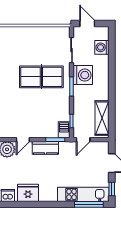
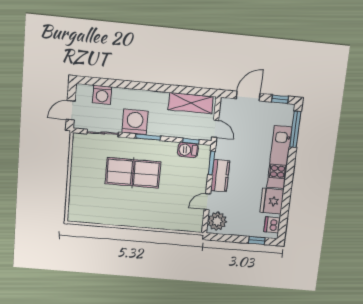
table tennis table: (41, 77) -> (133, 173), turned 90
barbecue: (64, 130) -> (188, 150), moved
door: (23, 140) -> (207, 202), swing flipped
kitchen unit: (83, 194) -> (279, 157), moved

